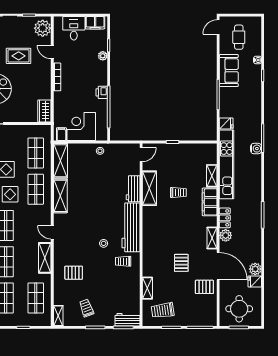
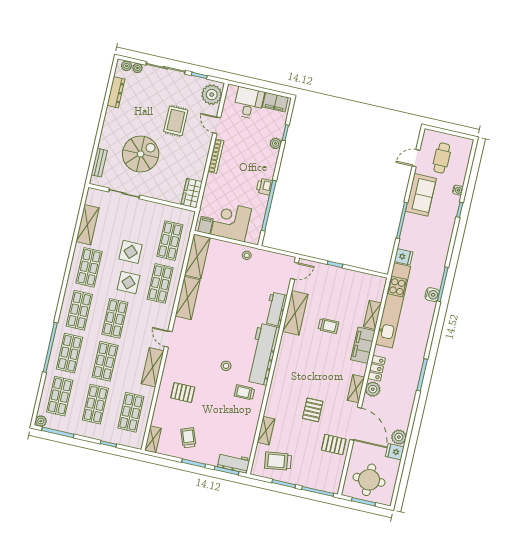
door: (218, 27) -> (416, 158), moved
rug: (19, 56) -> (176, 121), turned 90

